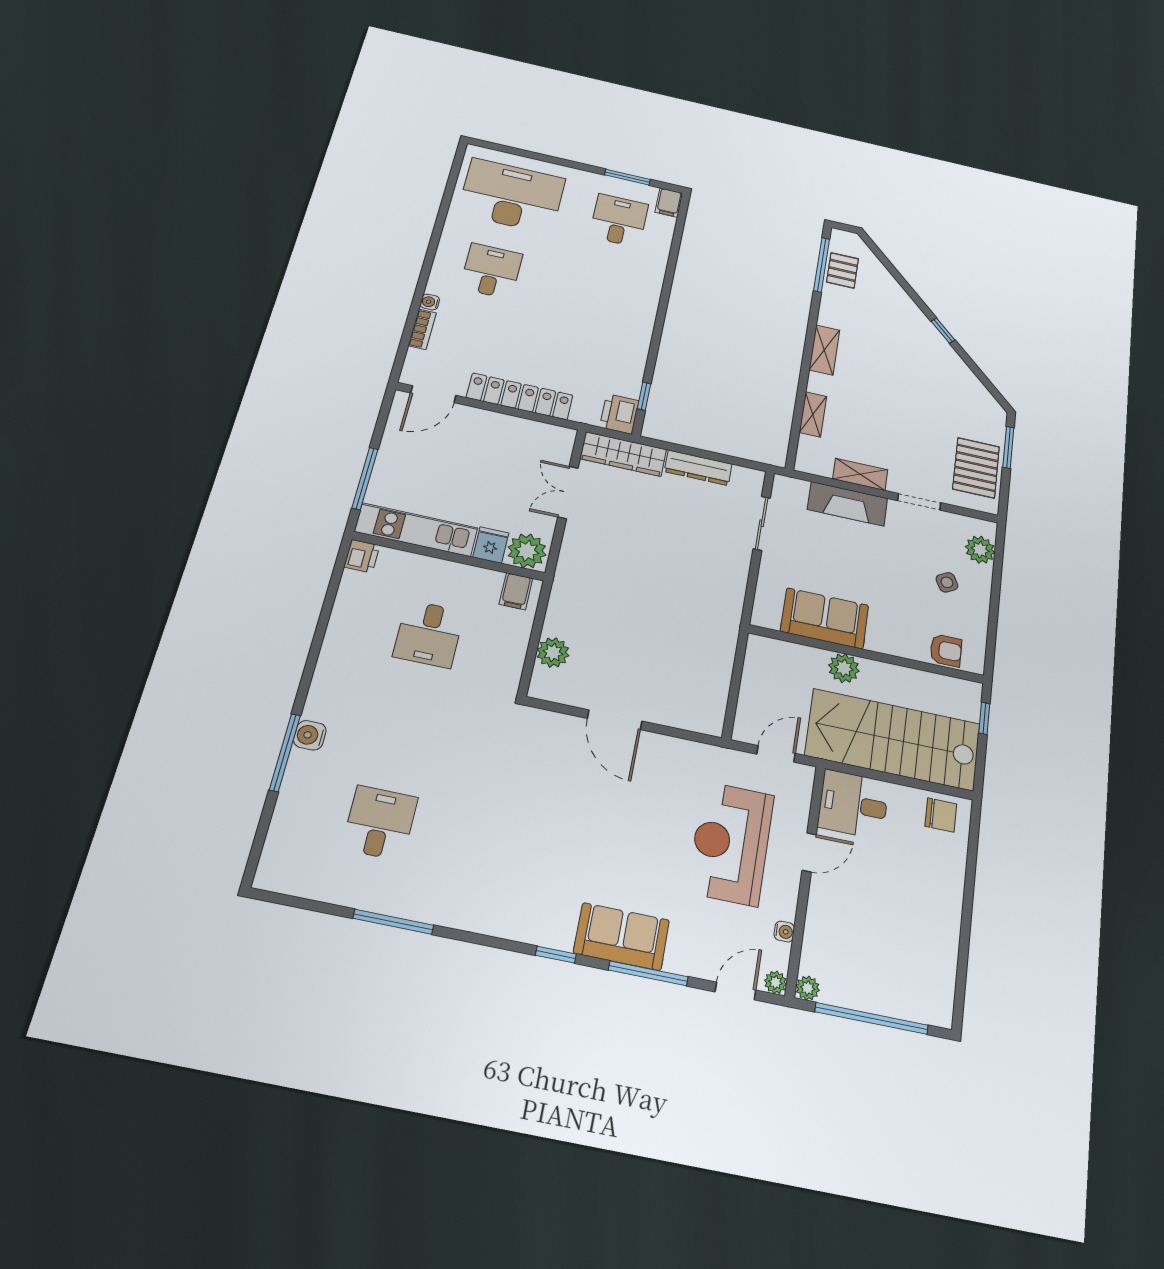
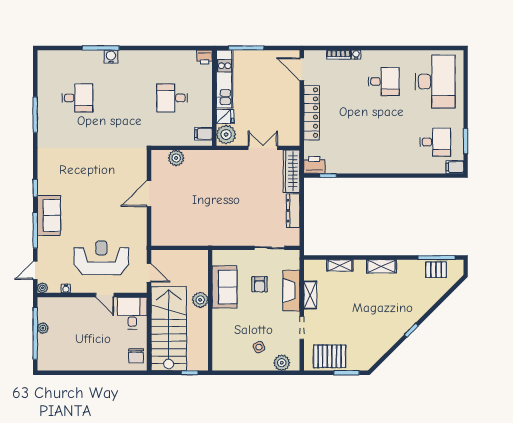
armchair: (946, 650) -> (260, 284), moved
plant: (808, 988) -> (43, 328), moved
door: (735, 991) -> (35, 270), swing flipped

